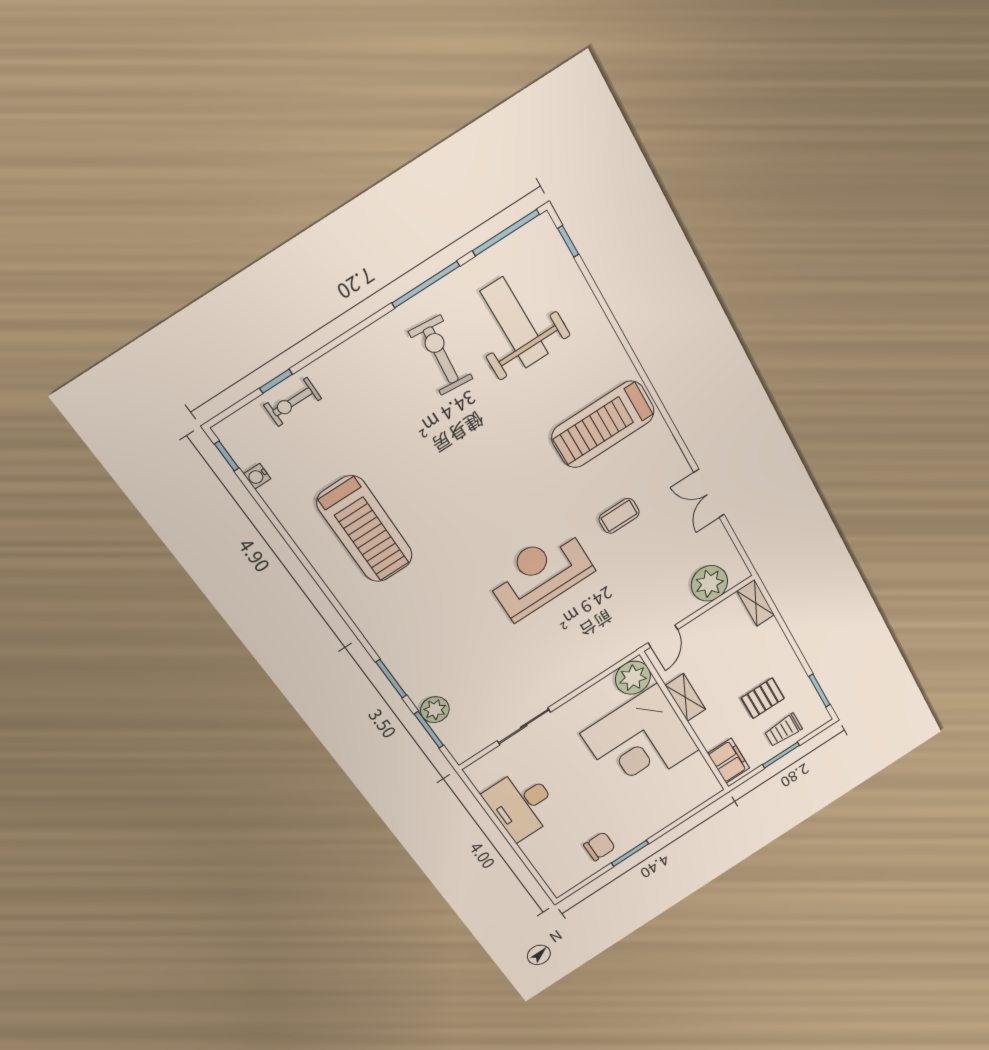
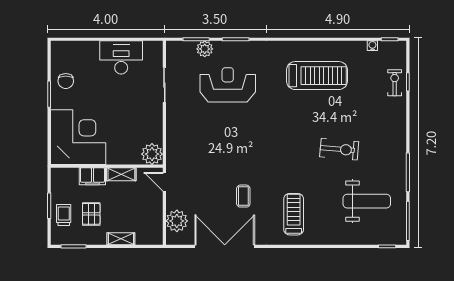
exercise bike: (441, 355) -> (339, 149), moved
treadmill: (603, 424) -> (294, 214), width x0.73, depth x0.73
double door: (709, 493) -> (225, 246), width x1.87
treadmill: (365, 529) -> (317, 76), turned 180
reception desk: (540, 574) -> (228, 85), moved, turned -90
shelving: (756, 603) -> (121, 239), moved
corner desk: (640, 742) -> (78, 137), moved, turned 90
filing cabinet: (729, 761) -> (92, 176), moved

